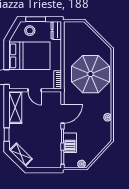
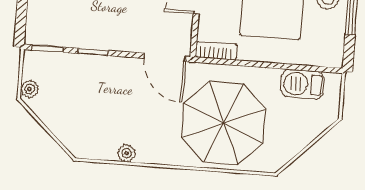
dresser: (56, 30) -> (324, 56), removed
door: (62, 114) -> (165, 57), moved
barbecue: (70, 143) -> (303, 84), moved

